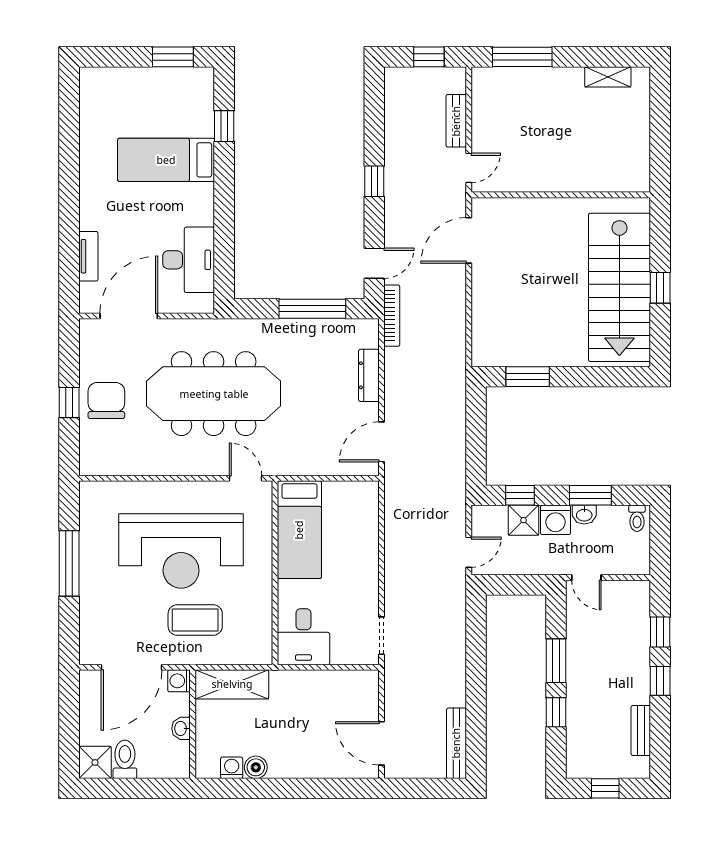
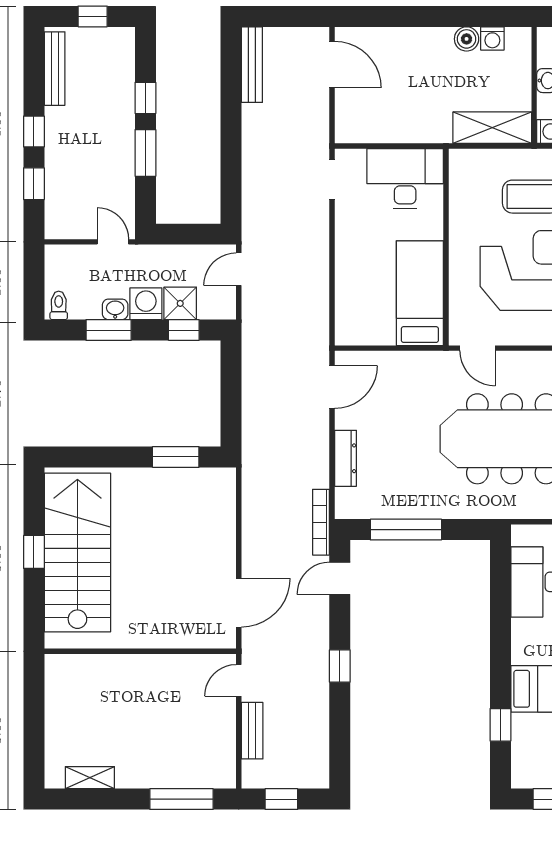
desk: (303, 637) -> (405, 179), width x1.37
bench: (641, 731) -> (55, 69), width x1.36

